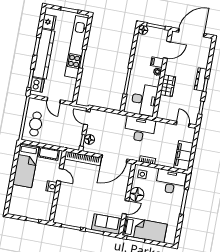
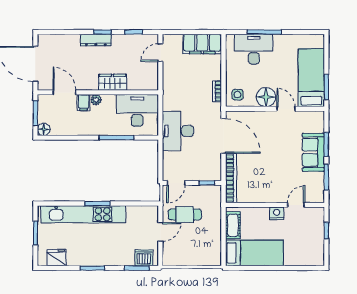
kitchen counter: (44, 54) -> (101, 257), removed
cafe table: (36, 124) -> (185, 214), moved
desk: (140, 129) -> (178, 131), moved
floor lamp: (89, 139) -> (204, 174), removed
door: (60, 175) -> (296, 205), moved
desk: (171, 182) -> (254, 49), moved, turned 90
sofa: (107, 224) -> (313, 152), moved

